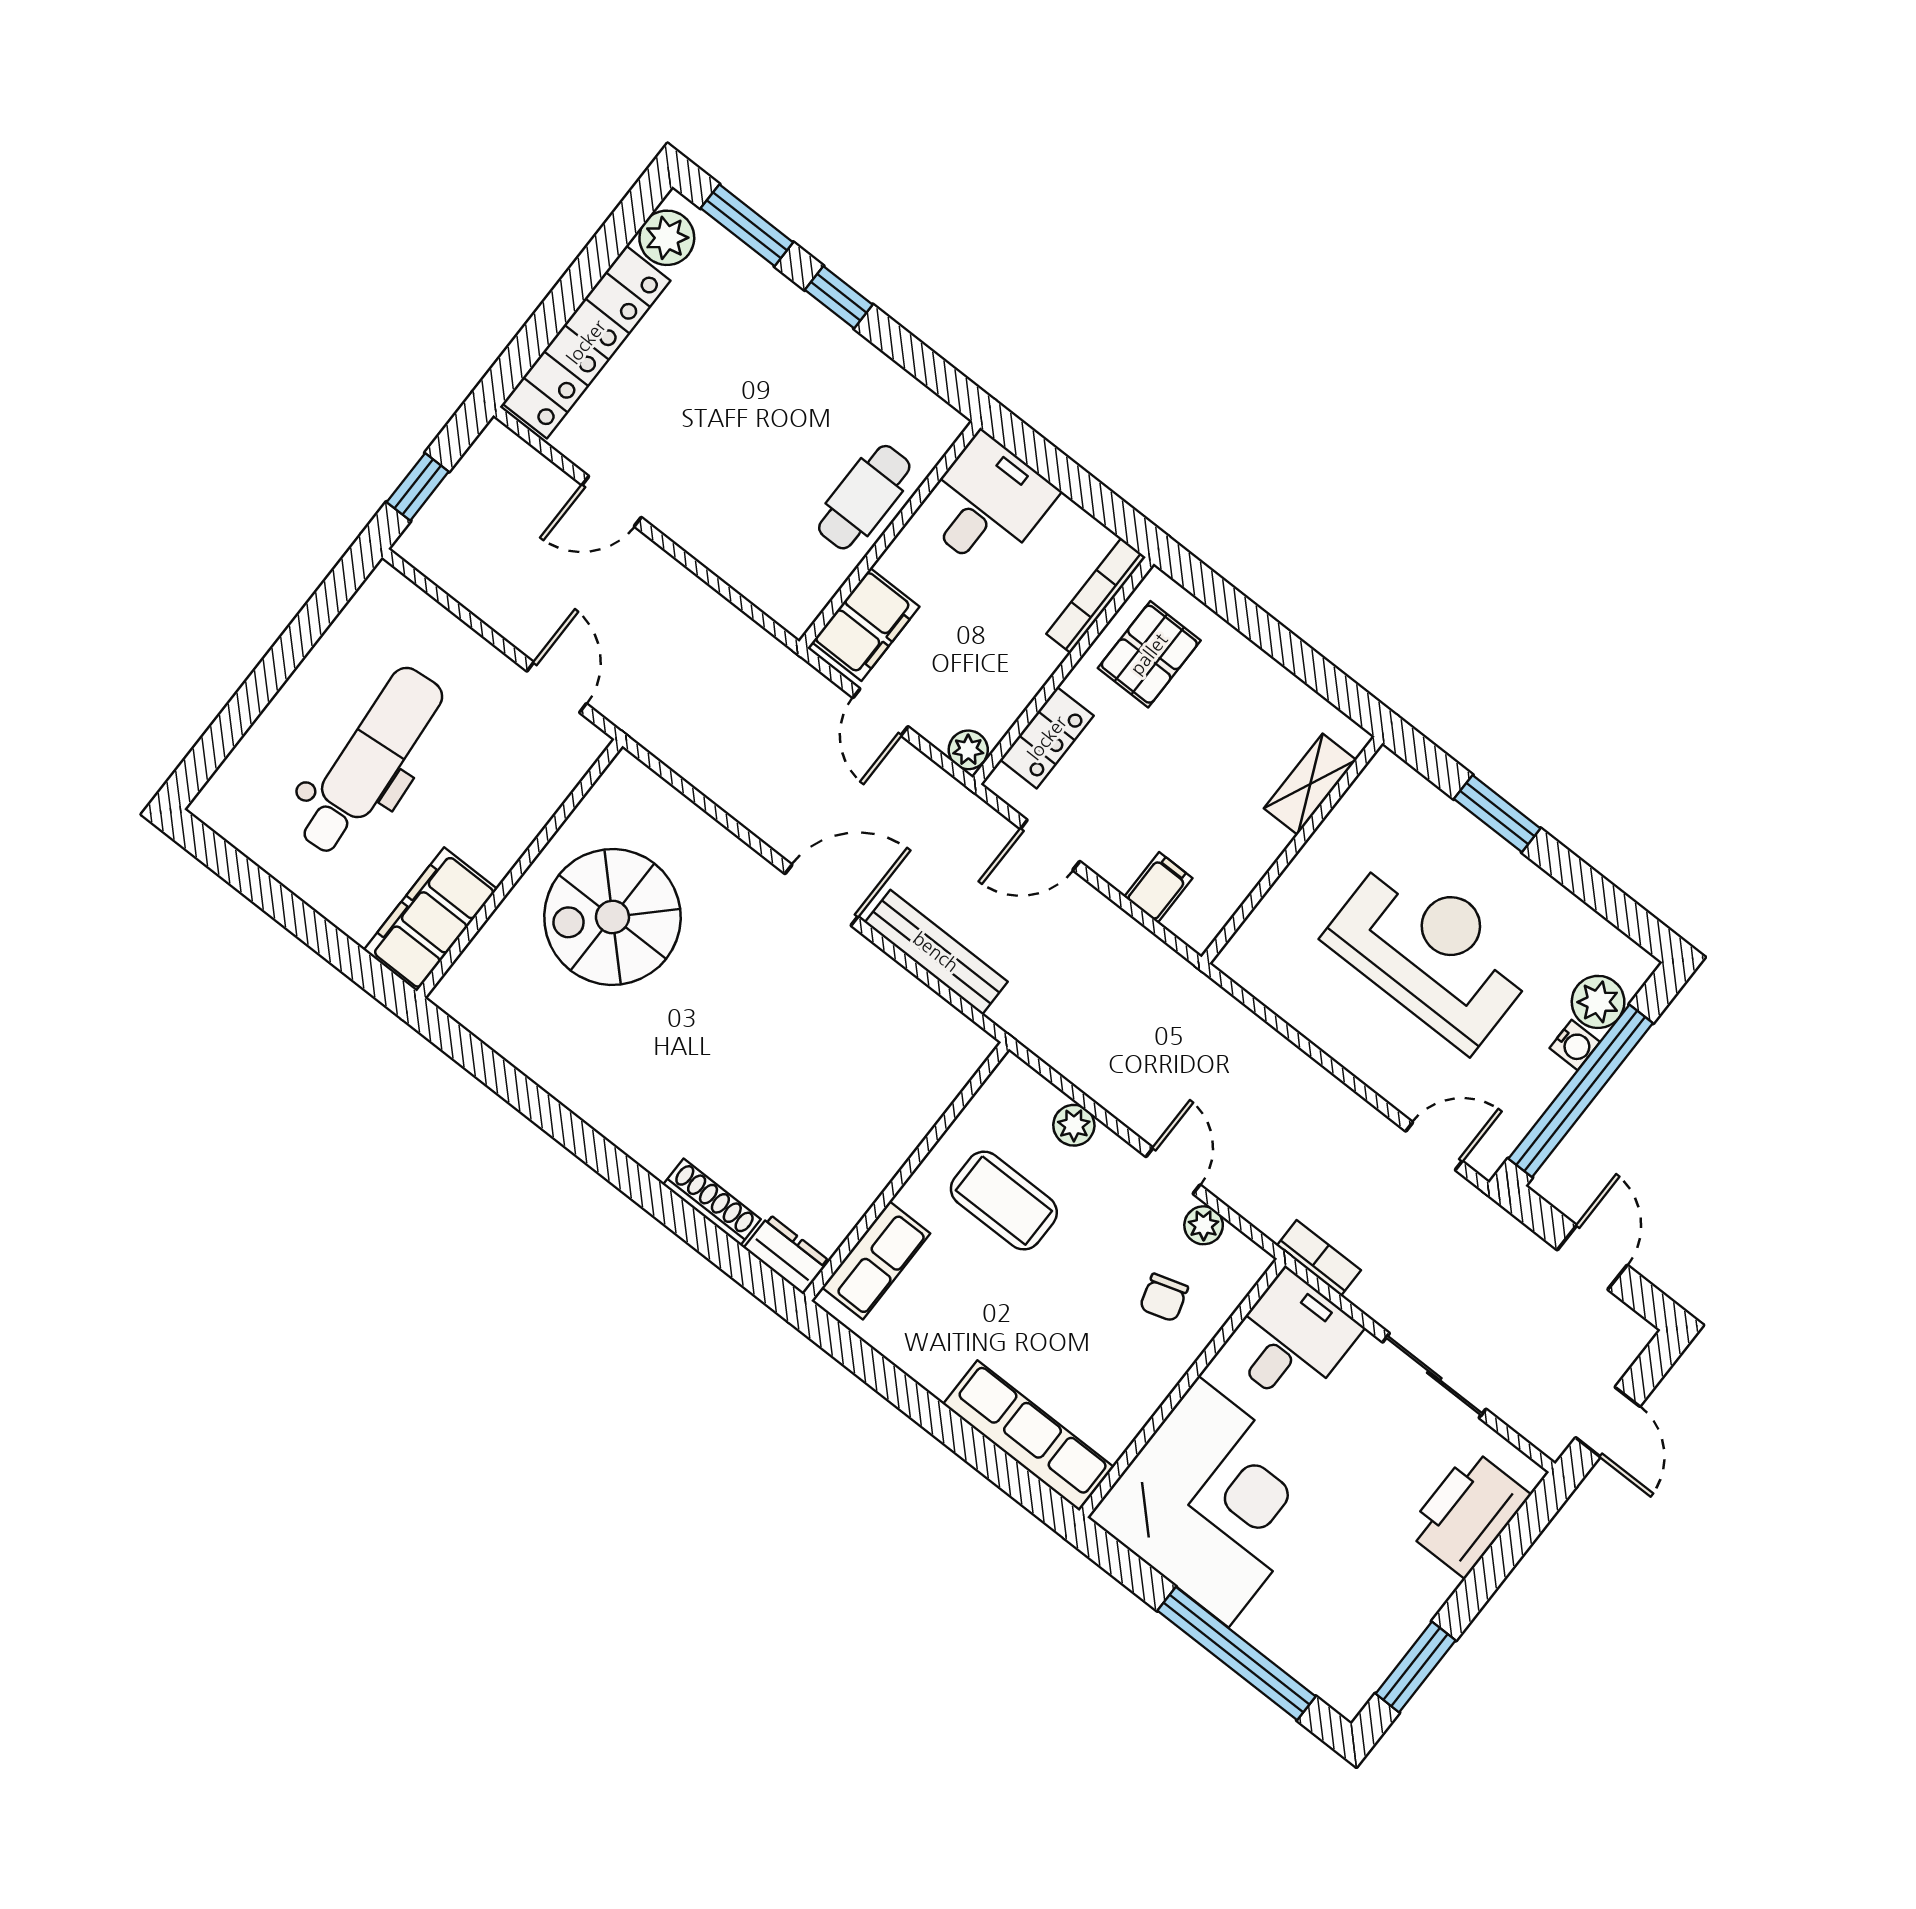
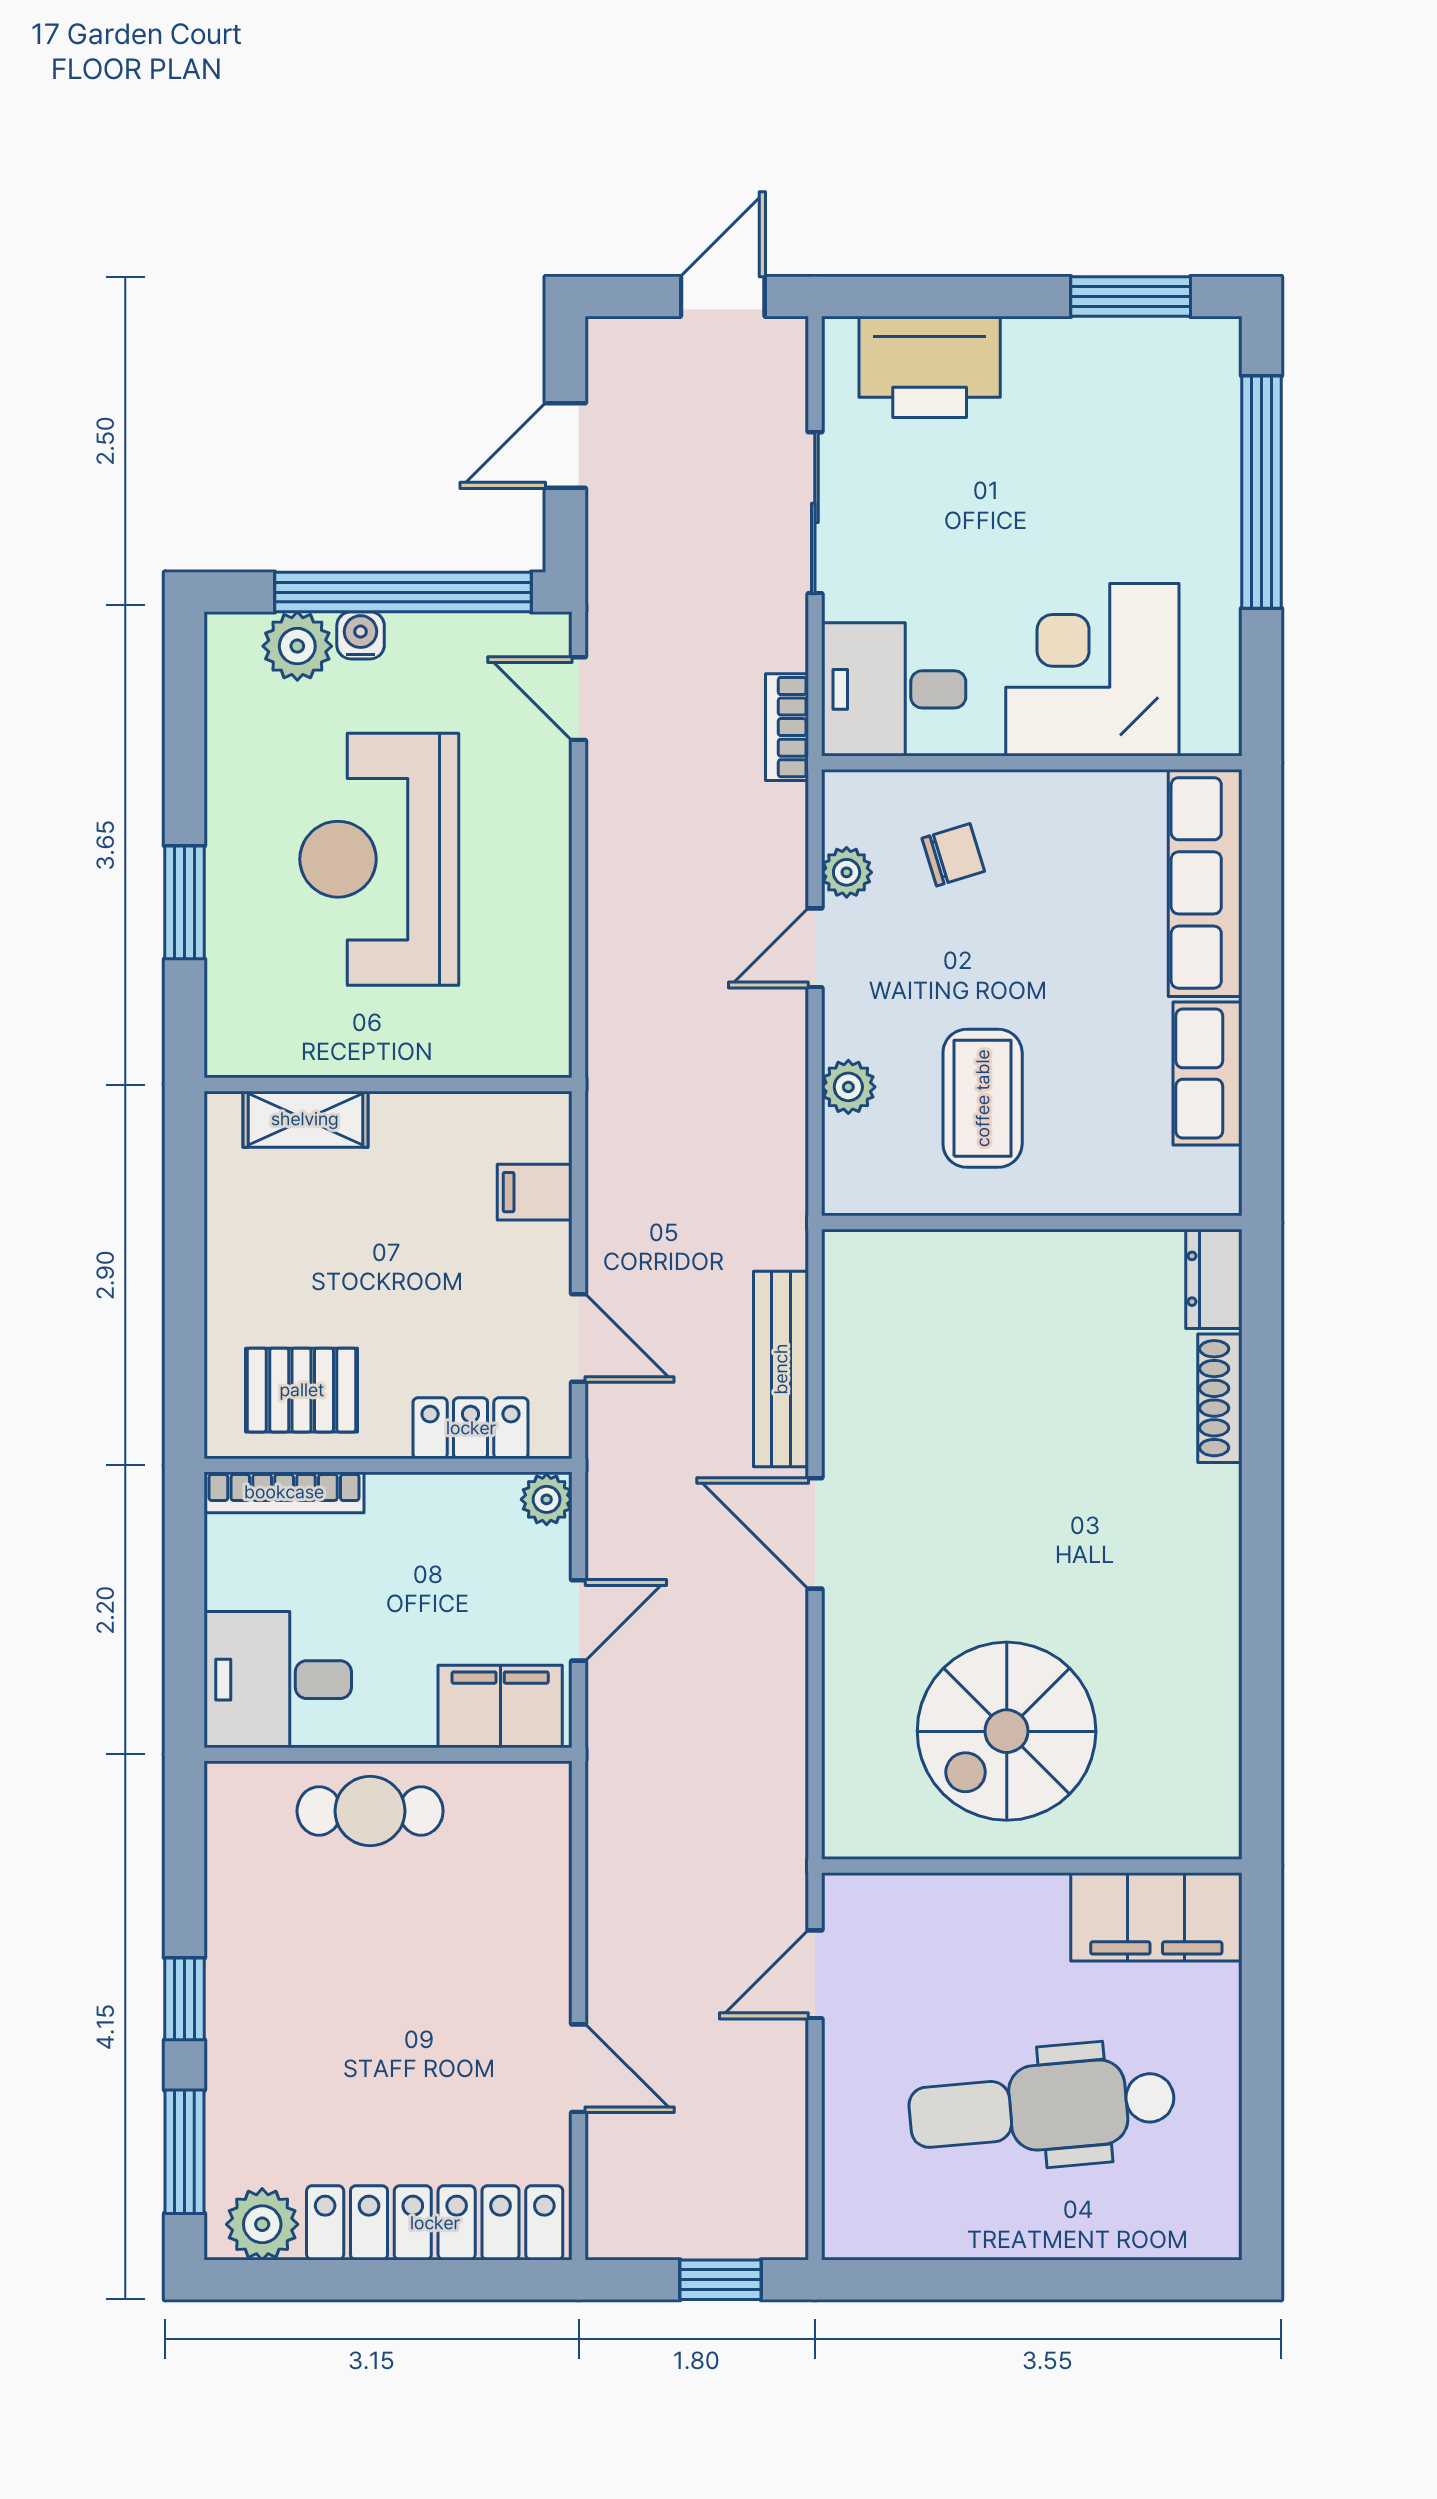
spiral stairs: (612, 917) -> (1007, 1731), turned 90
row of seats: (876, 1260) -> (1207, 1074), moved, turned -90
corner desk: (1213, 1502) -> (1092, 670), width x0.74, depth x0.74

